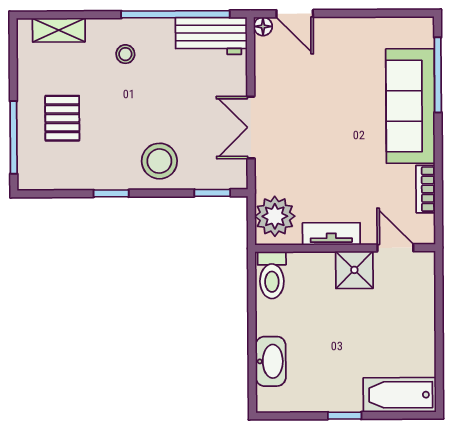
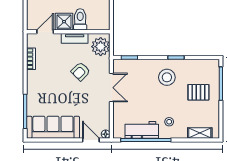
workbench: (211, 36) -> (142, 130), moved
sofa: (410, 106) -> (53, 127), moved, turned -90
pallet: (62, 118) -> (198, 92), turned 90
stool: (159, 161) -> (167, 77), moved
armchair: (318, 162) -> (81, 71), added
door: (395, 248) -> (45, 32), swing flipped
toilet: (272, 275) -> (80, 19), moved

